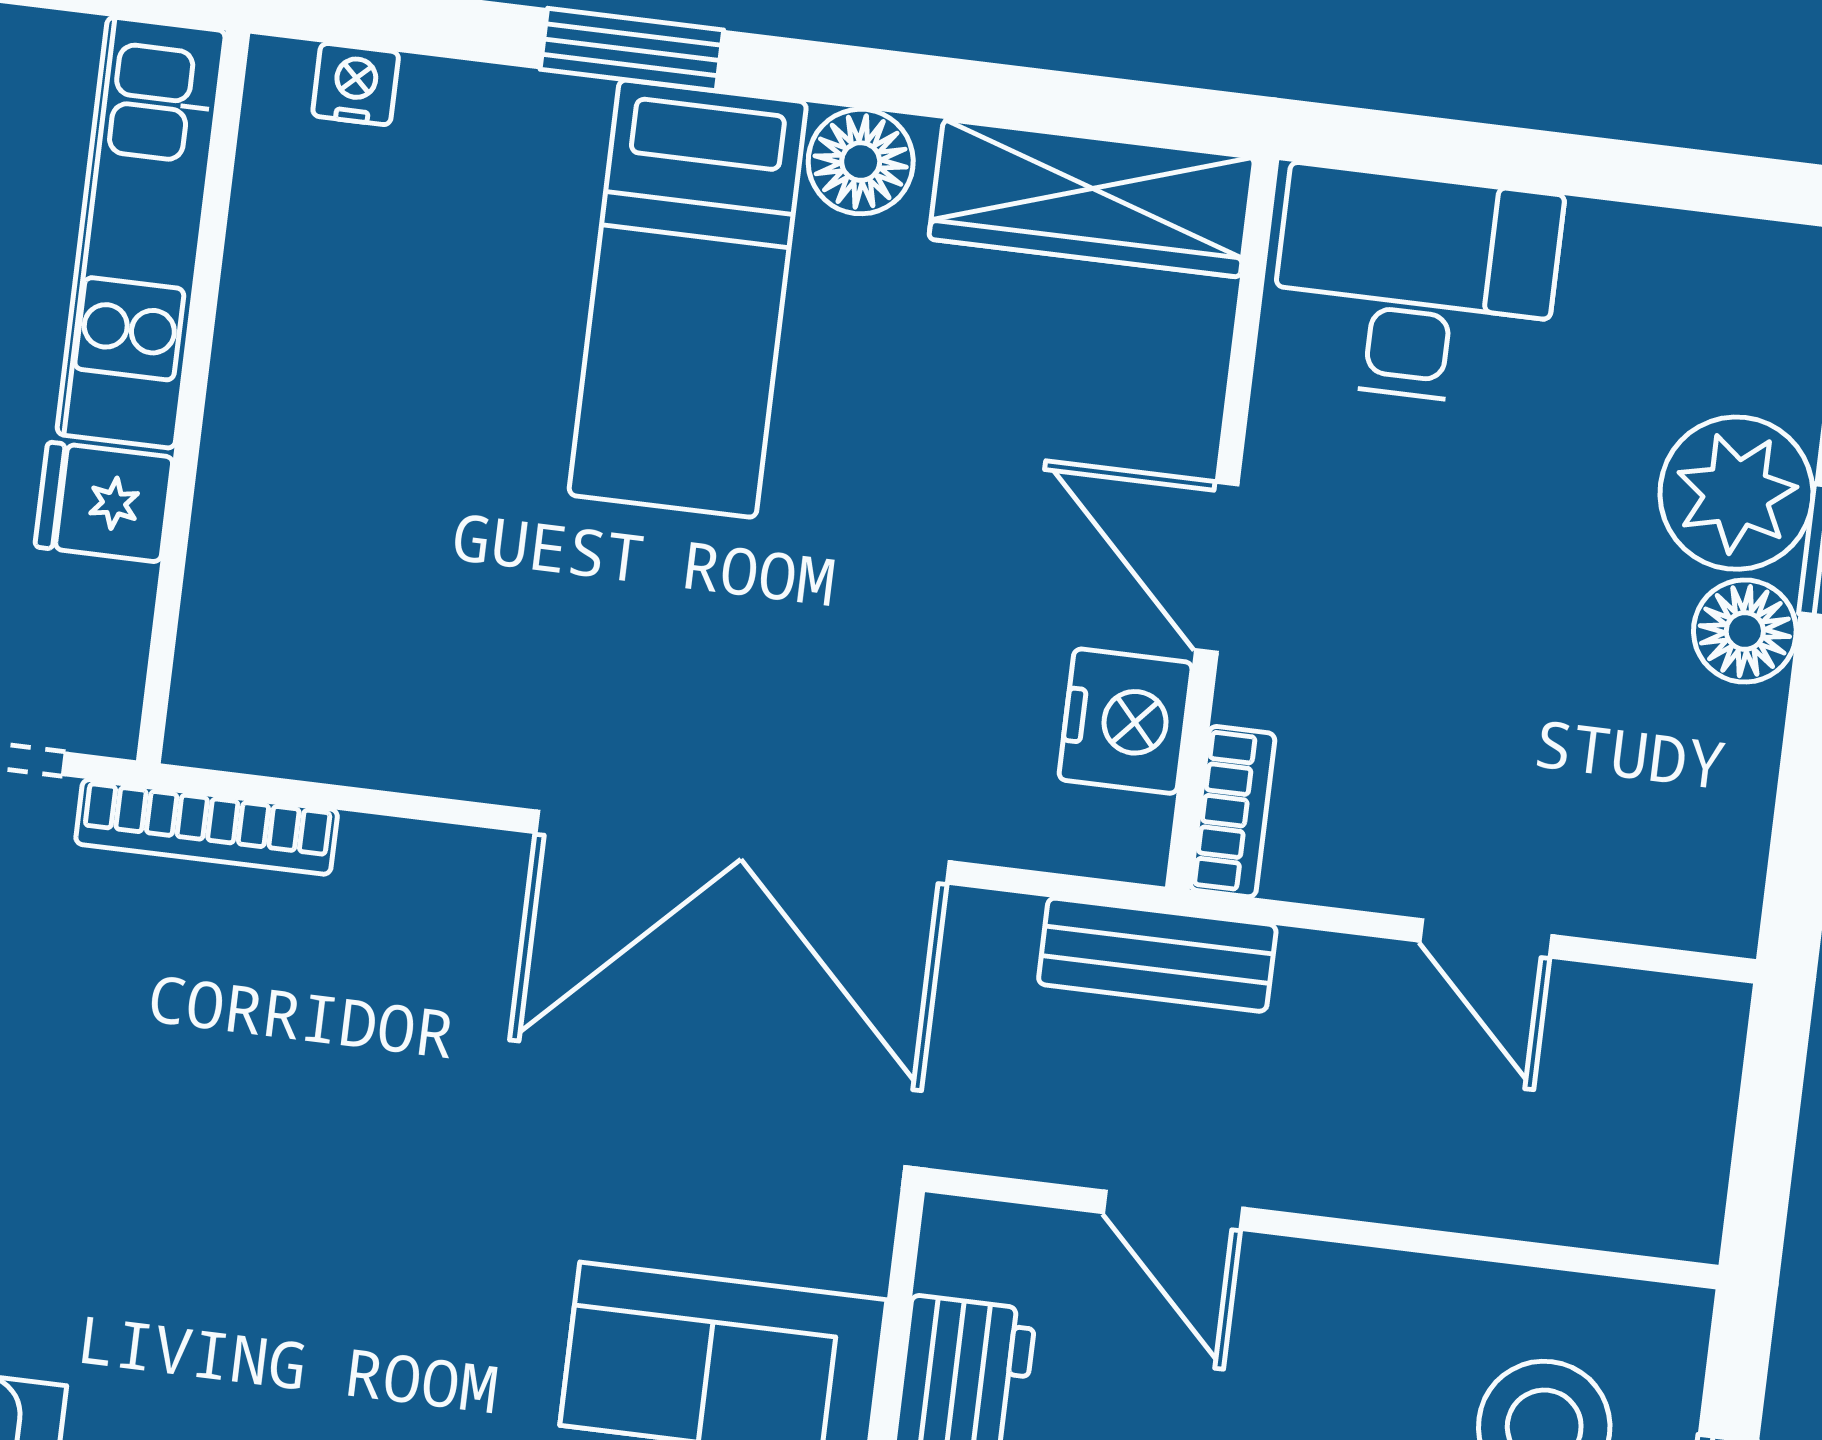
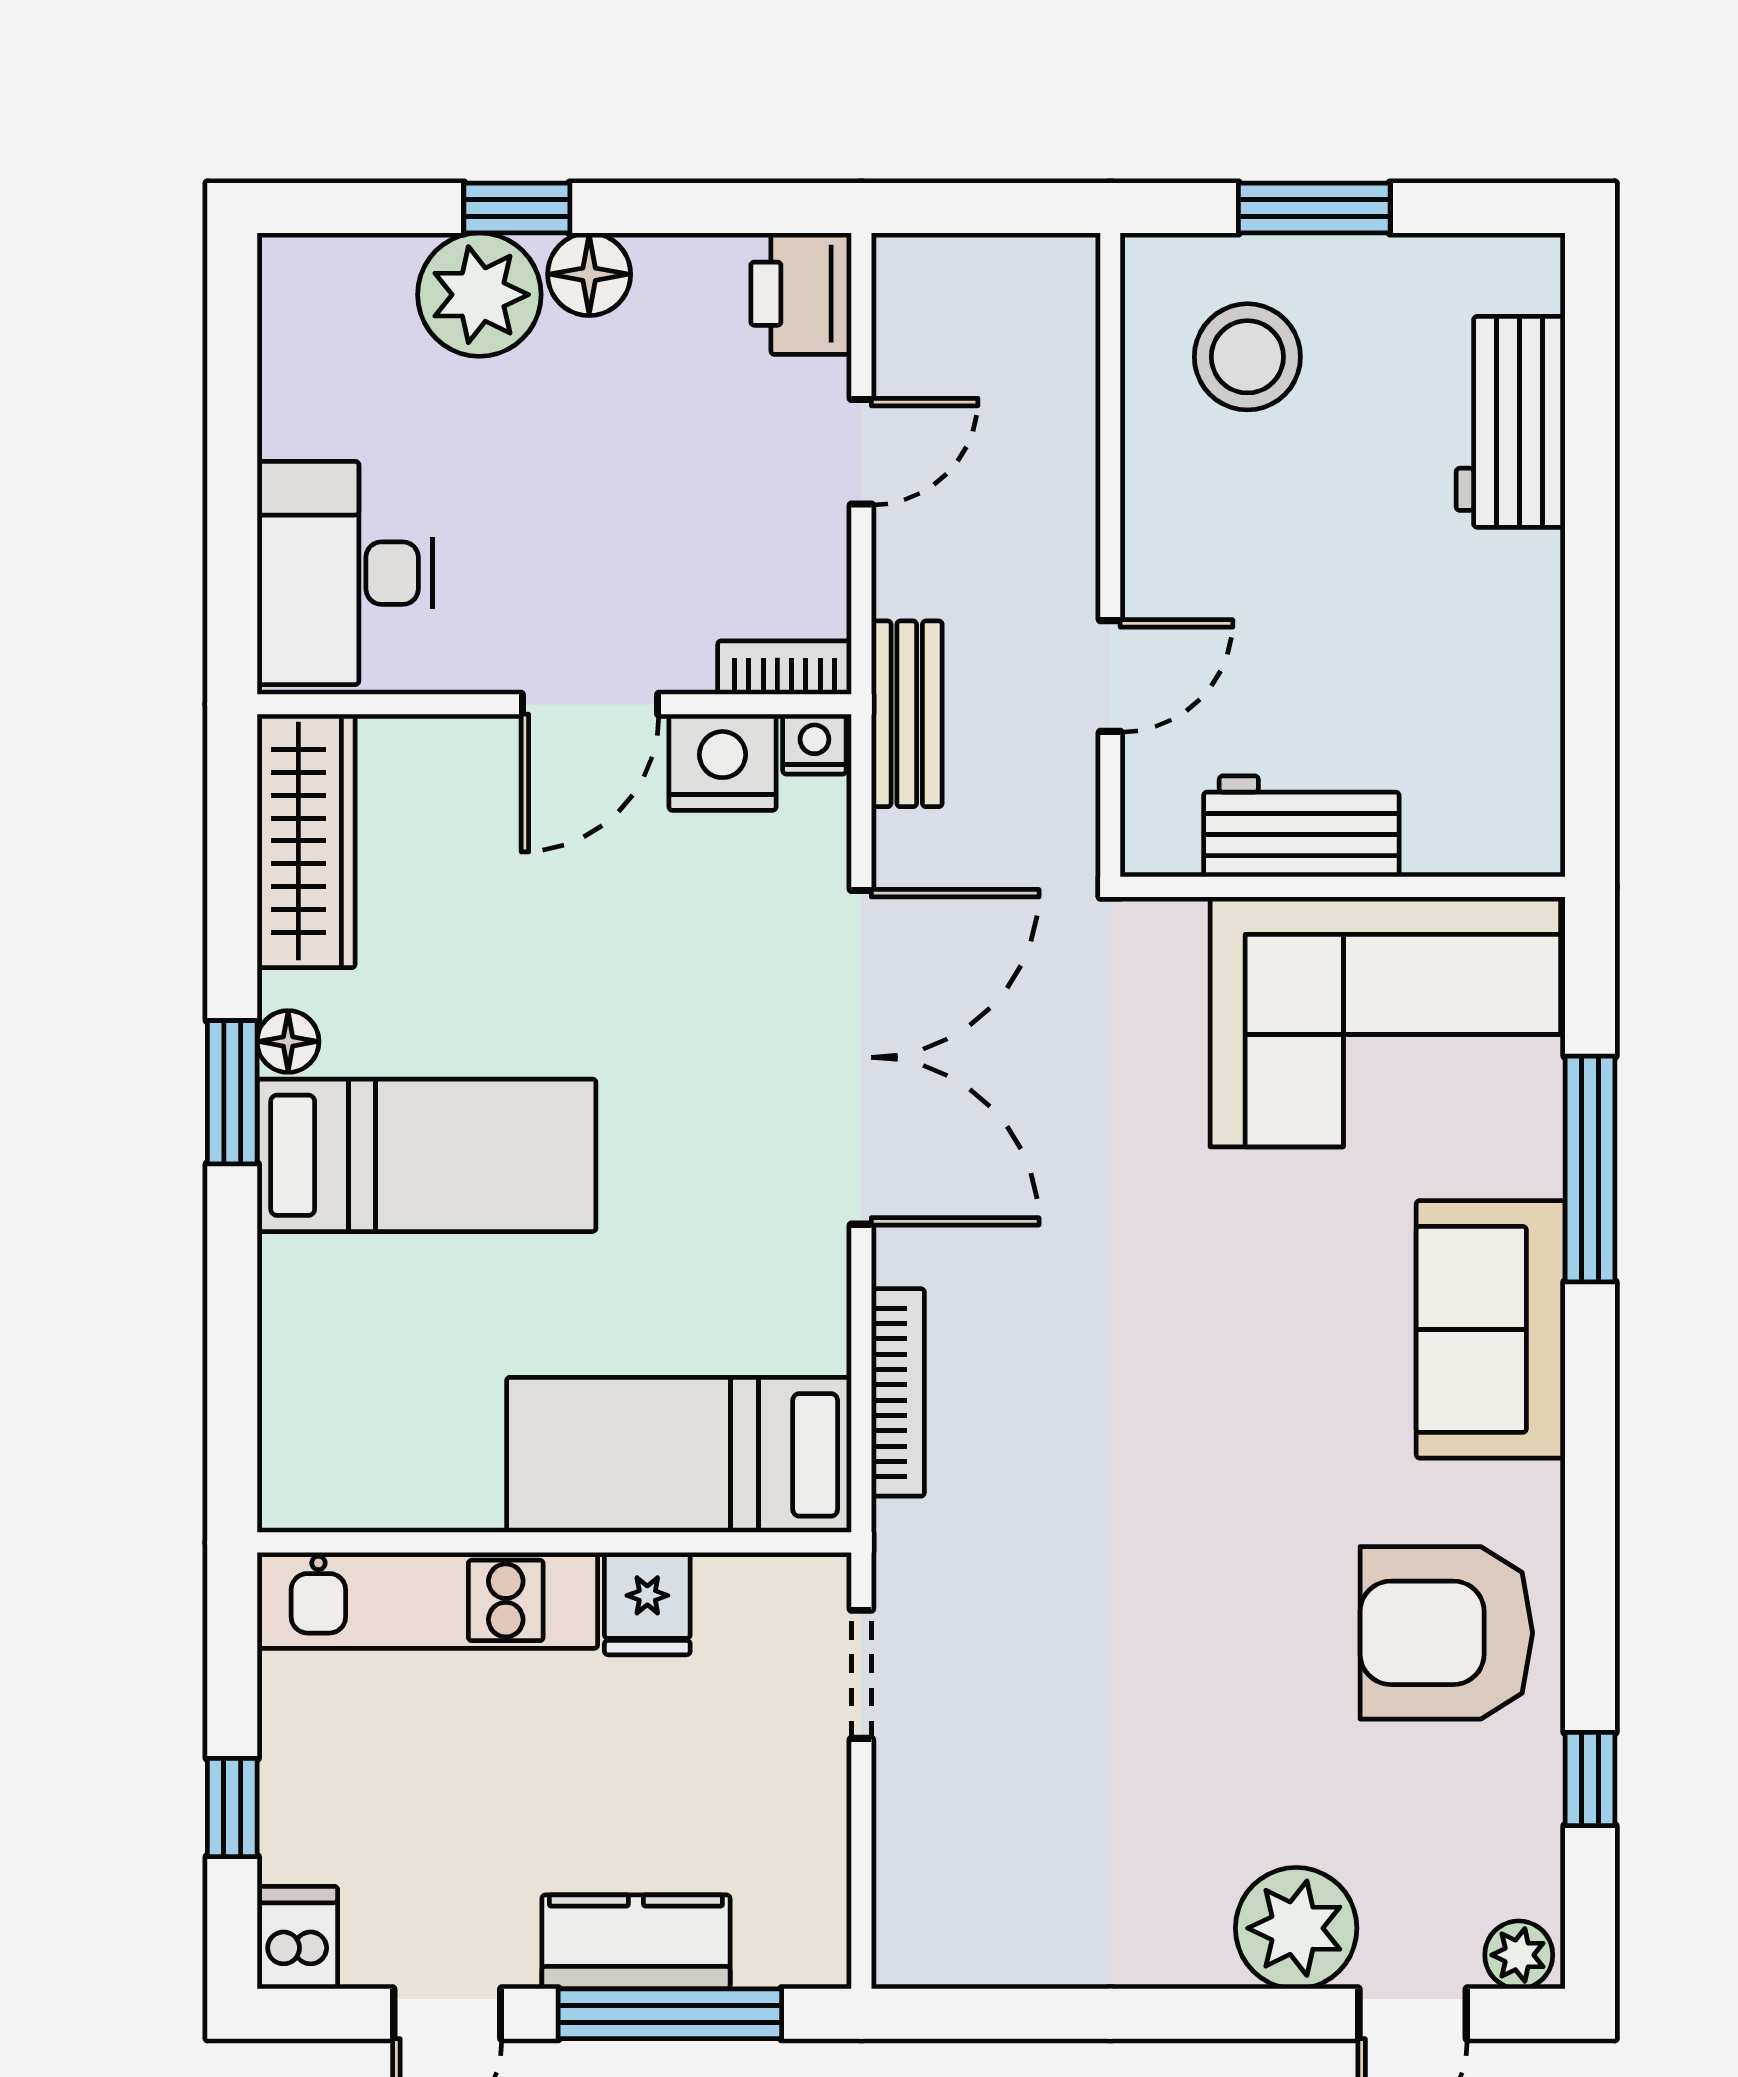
window: (632, 50) -> (232, 1092), moved
nightstand: (356, 84) -> (814, 744), moved, turned 90
floor lamp: (861, 162) -> (288, 1041), width x0.73, depth x0.73
bed: (282, 563) -> (679, 1455), added
bookcase: (207, 827) -> (898, 1392), moved
printer: (1689, 888) -> (801, 294), added

